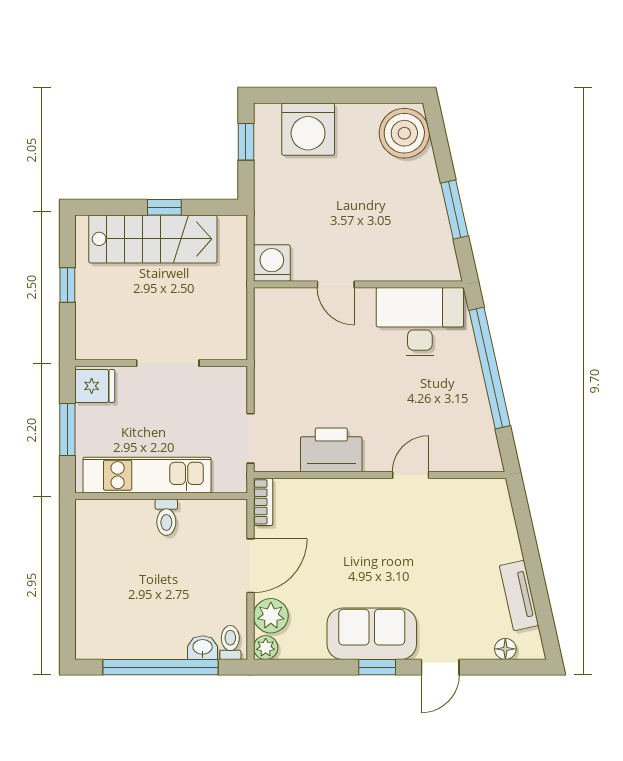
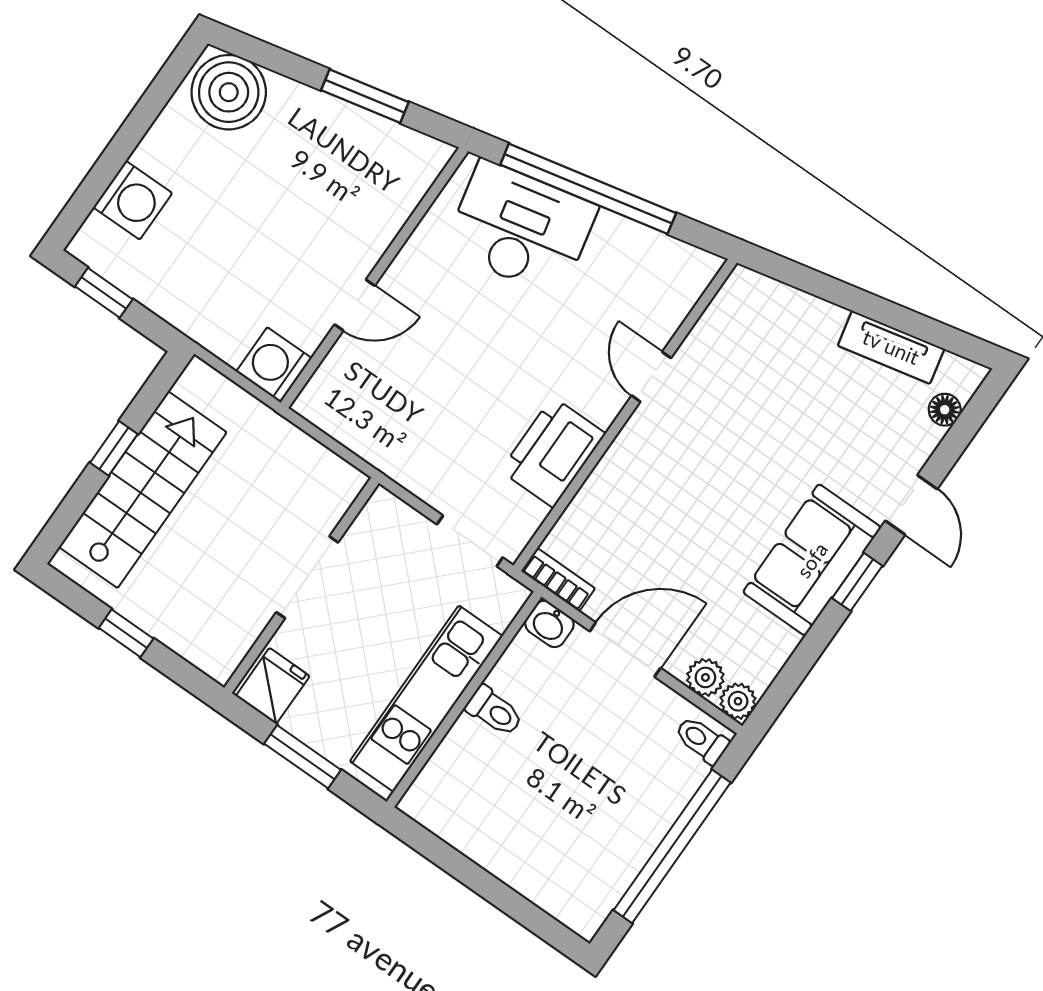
washing machine: (308, 129) -> (133, 200), width x0.73, depth x0.73
desk: (420, 322) -> (521, 228), moved, turned 78
door: (250, 566) -> (625, 650), hinge flipped
plant: (271, 616) -> (705, 677), width x0.73, depth x0.73
washbasin: (203, 648) -> (549, 624), moved, turned -90

